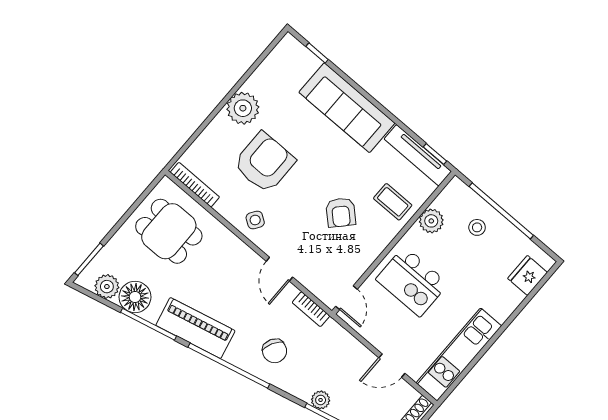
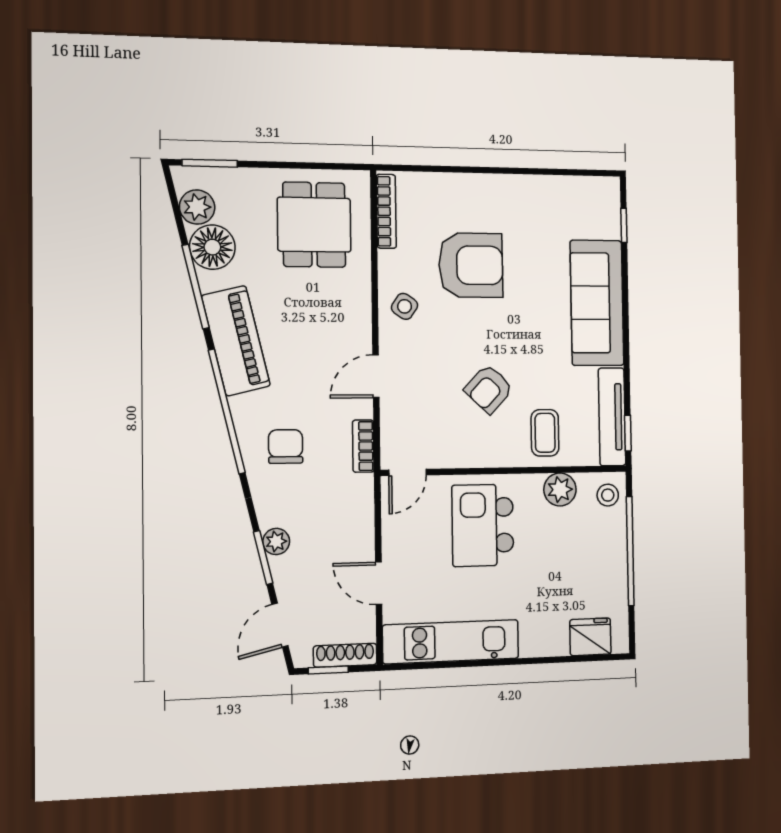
plant: (243, 108) -> (506, 196), removed
stool: (477, 227) -> (608, 495), moved
chair: (275, 351) -> (286, 446), turned 151

